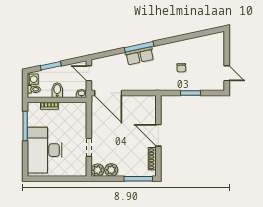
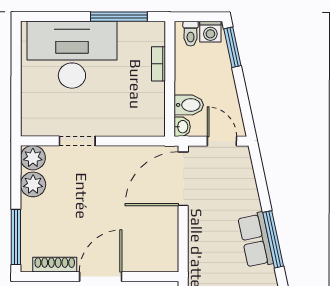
window: (51, 66) -> (232, 47), moved
door: (89, 73) -> (222, 141), hinge flipped
bidet: (57, 90) -> (189, 105), moved

